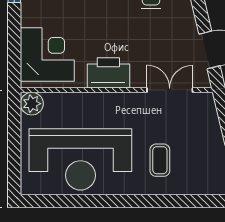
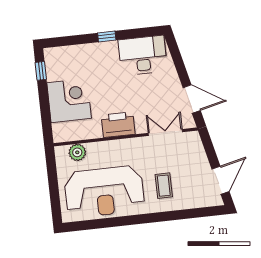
corner desk: (47, 55) -> (69, 101), moved
plant: (32, 104) -> (77, 152), moved

